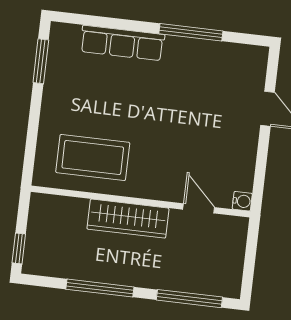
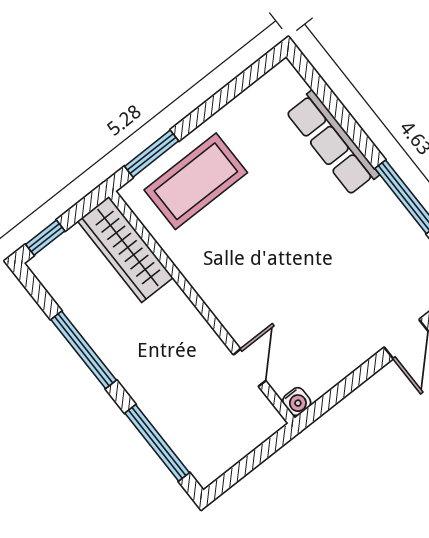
window: (41, 61) -> (152, 154), moved
coffee table: (93, 157) -> (196, 181), moved, turned 90
wardrobe: (128, 219) -> (125, 249), moved

